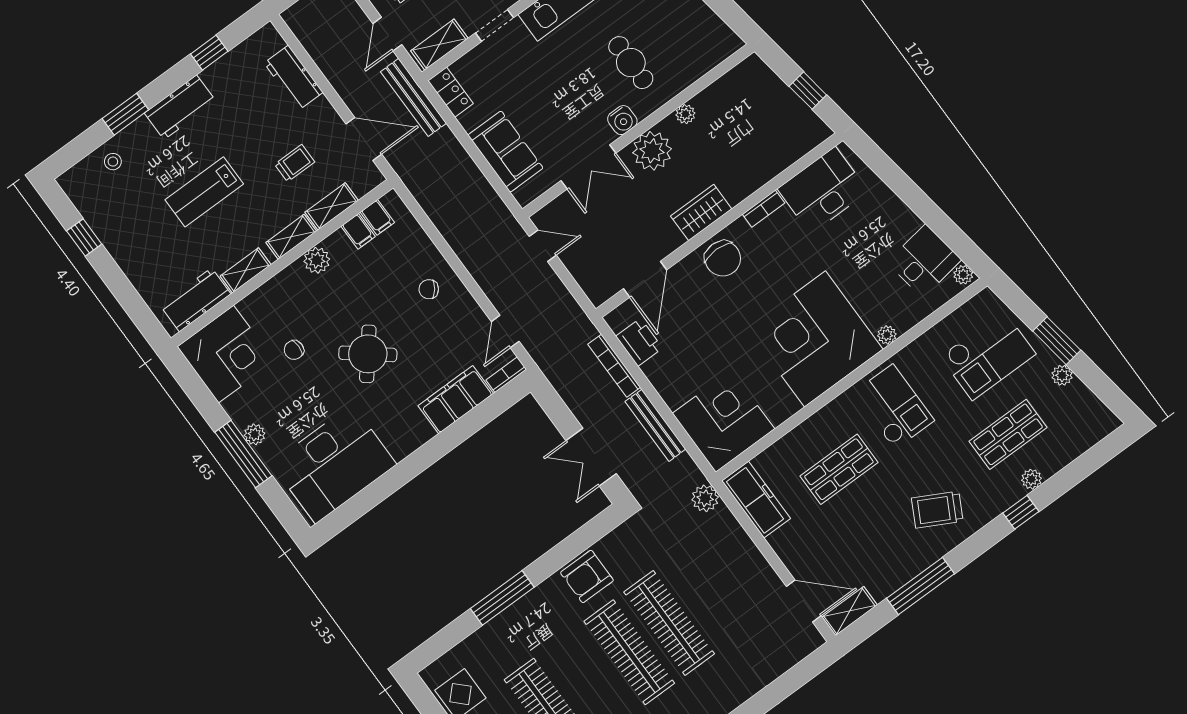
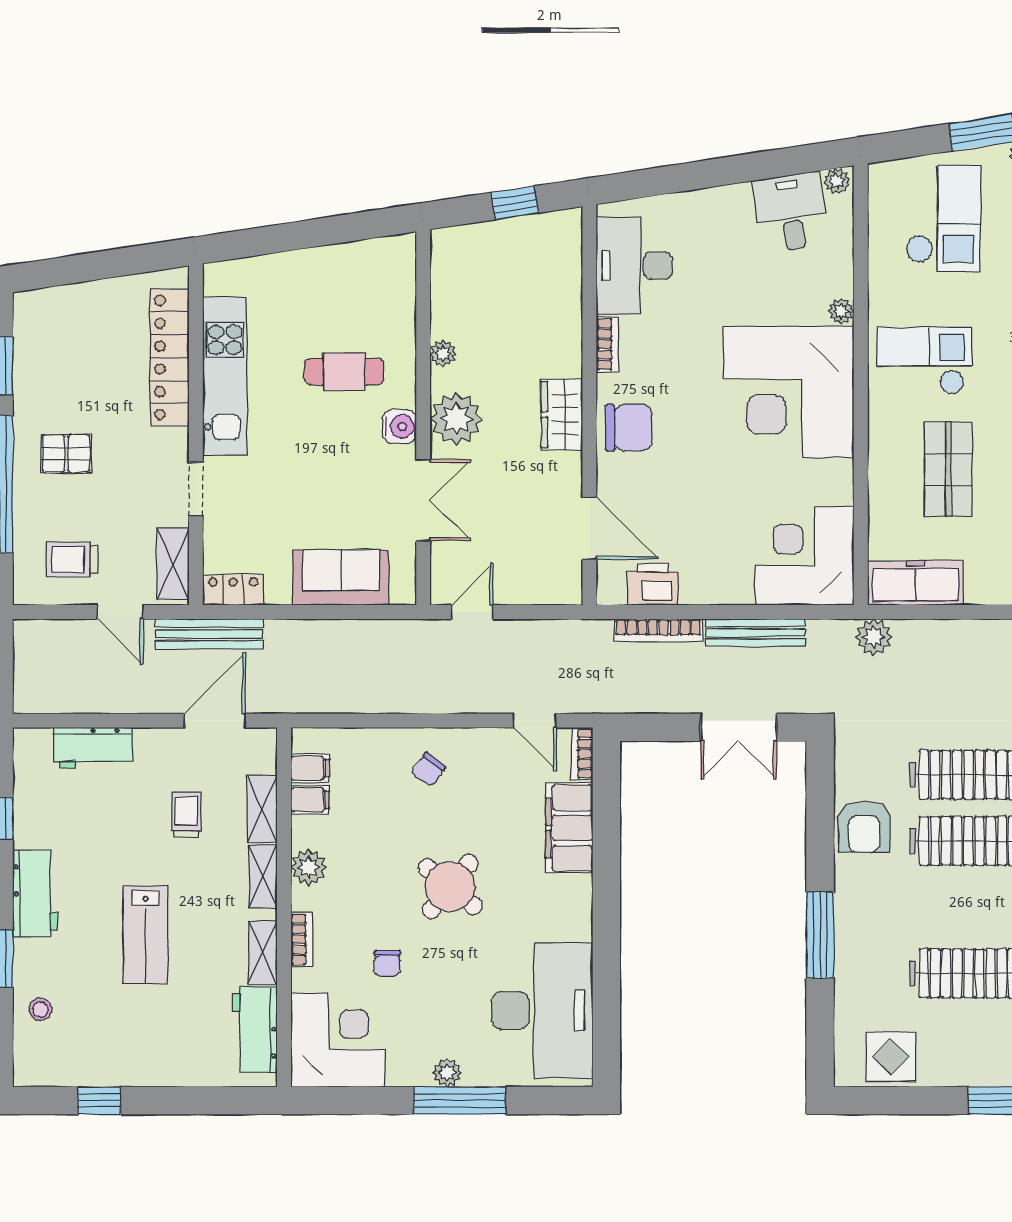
bookcase: (270, 288) -> (301, 939), added

